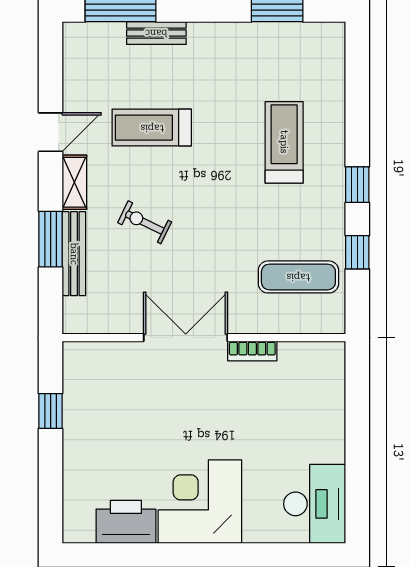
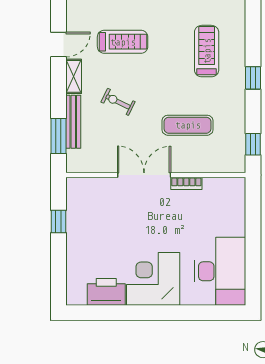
treadmill: (152, 128) -> (123, 42), turned 180
window: (51, 239) -> (58, 136), moved
window: (357, 252) -> (253, 144), moved
exercise mat: (298, 277) -> (188, 125), moved
desk: (315, 504) -> (220, 271), width x1.36, depth x1.30

